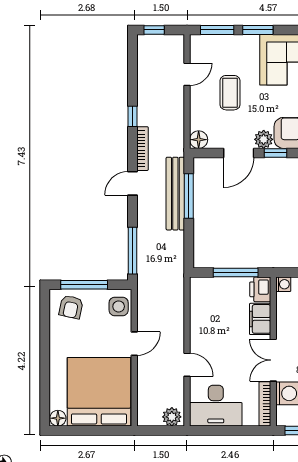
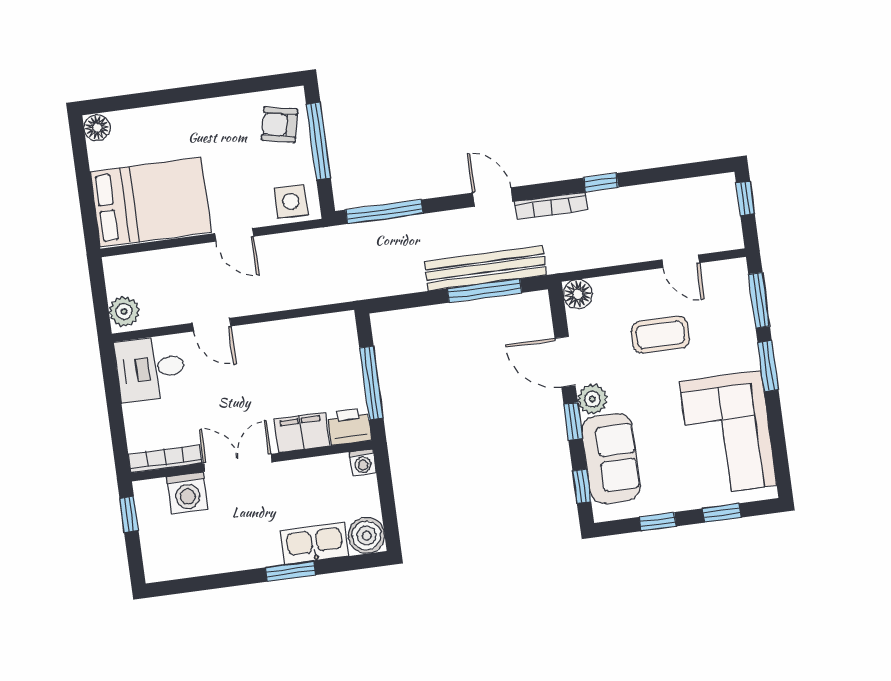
door: (187, 365) -> (212, 325), hinge flipped
bed: (99, 392) -> (151, 202), width x0.73
desk: (216, 406) -> (150, 369), width x0.73

